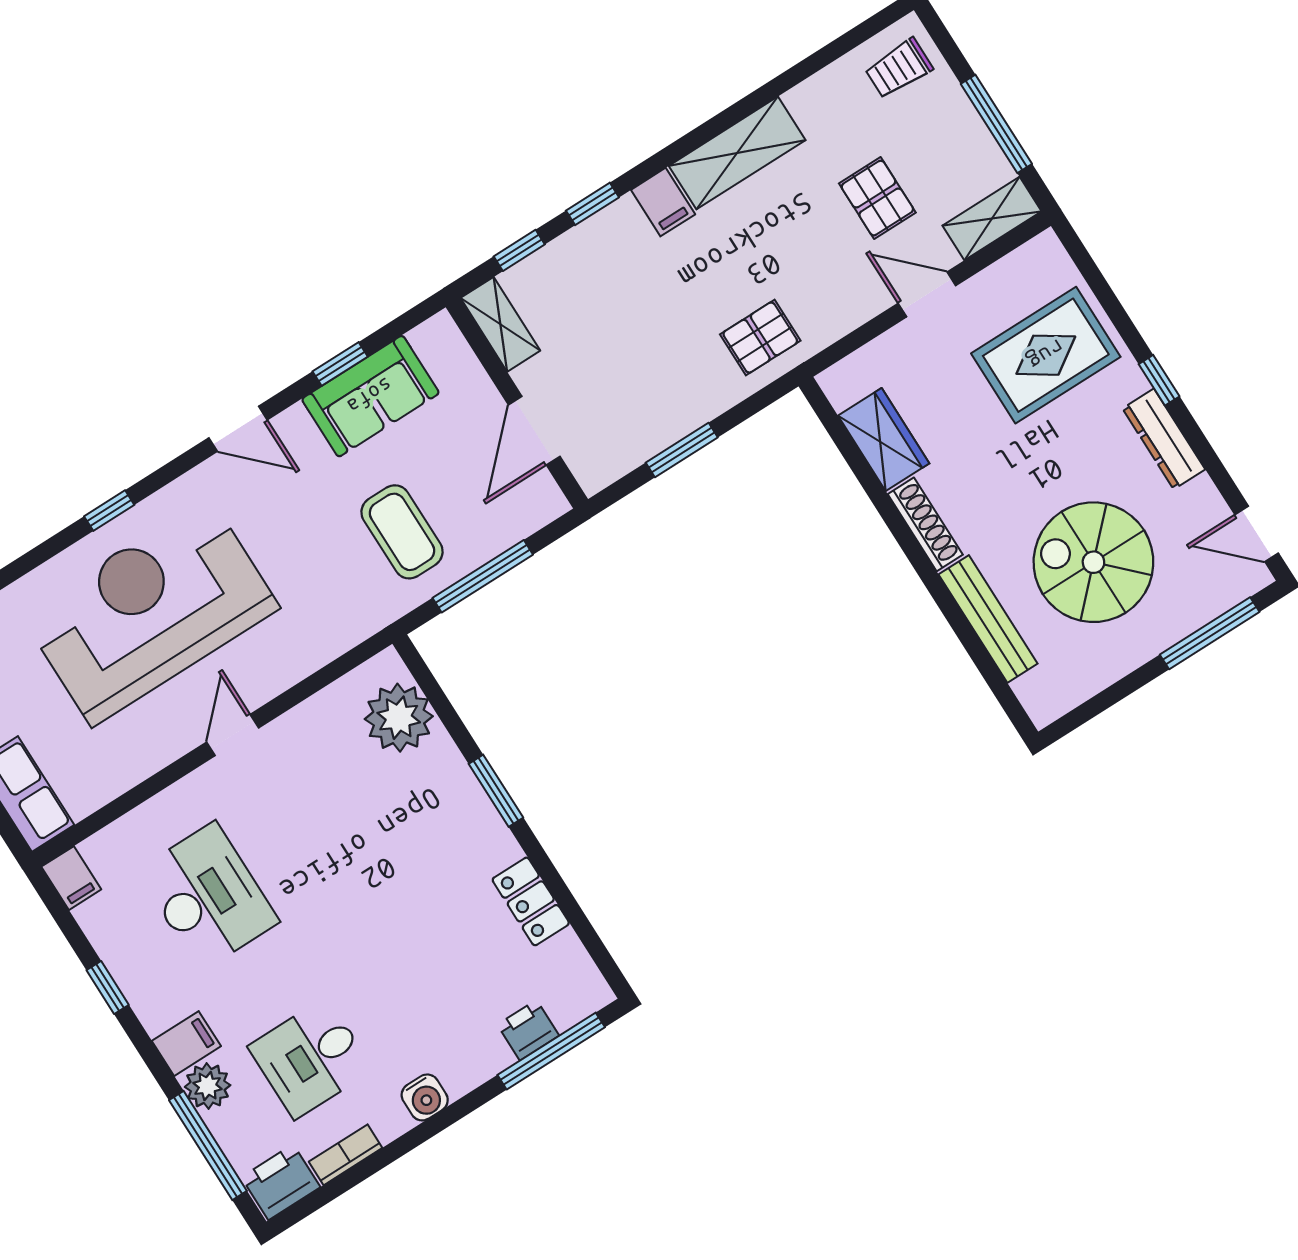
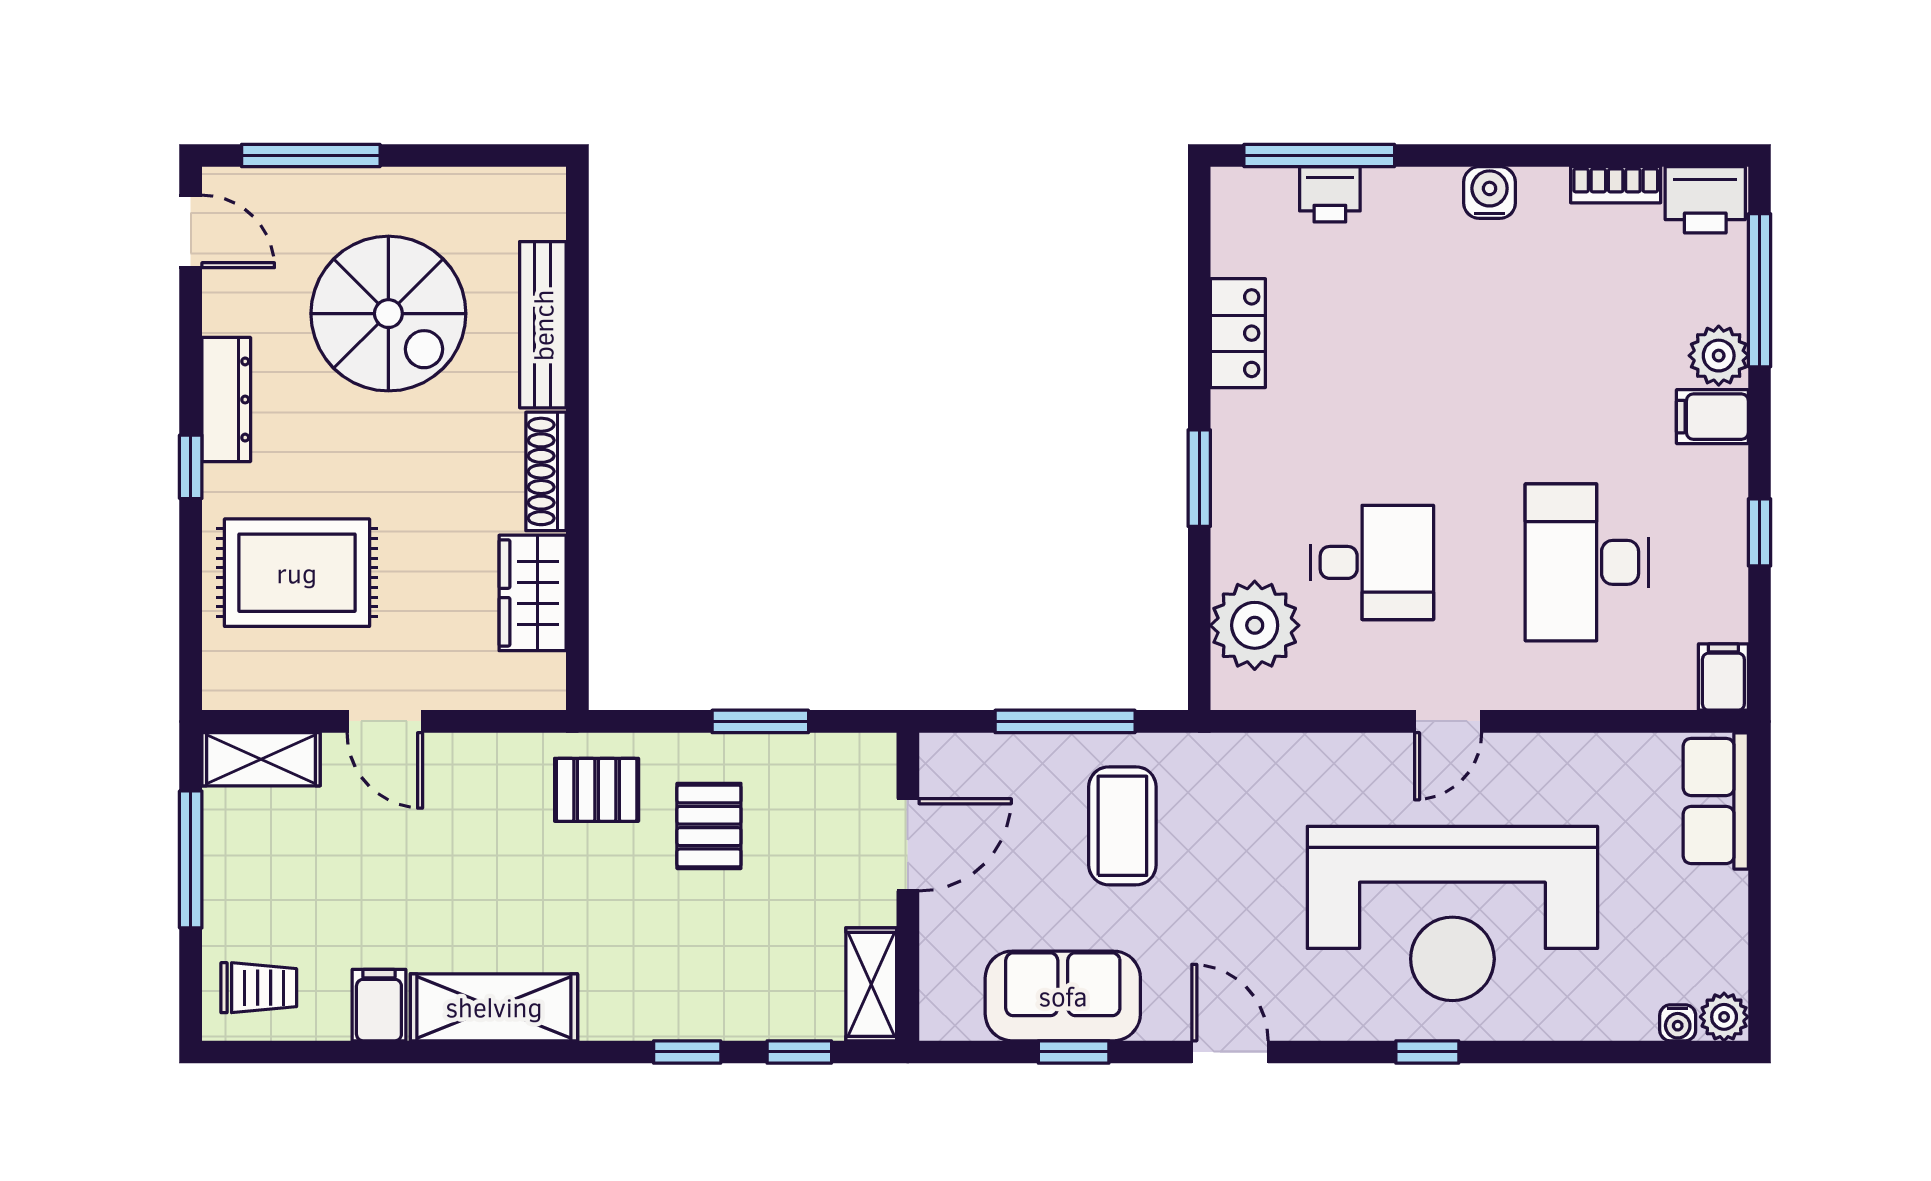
pallet: (877, 198) -> (709, 826), moved
filing cabinet: (663, 202) -> (379, 1005), moved
desk: (311, 1058) -> (1372, 562), moved

